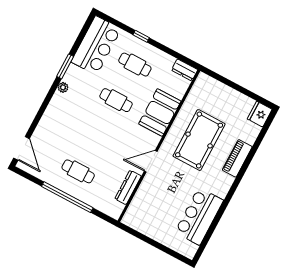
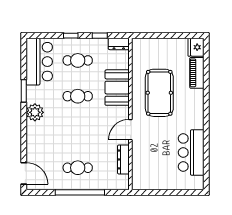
window: (170, 52) -> (100, 36), added
plant: (63, 87) -> (35, 112), width x1.87, depth x1.87
piano: (237, 158) -> (197, 73), moved

